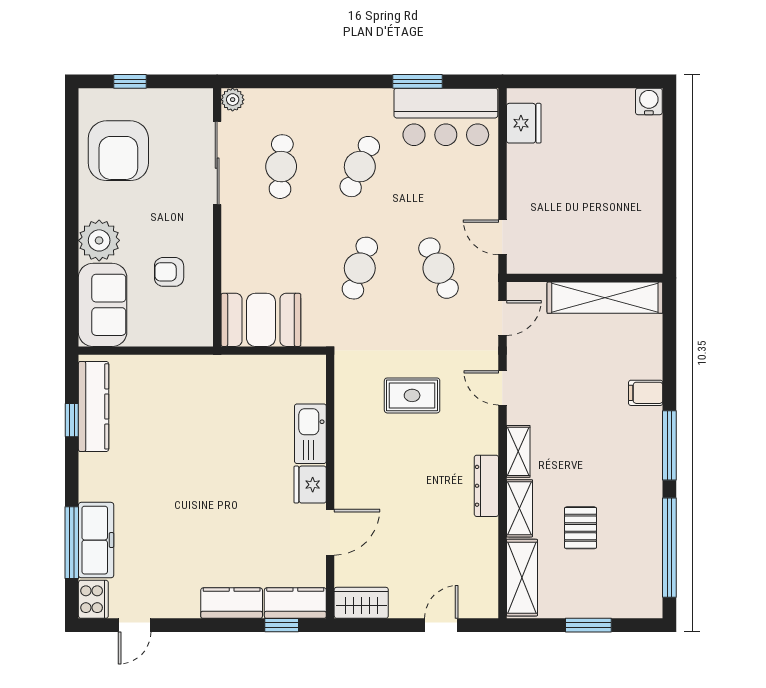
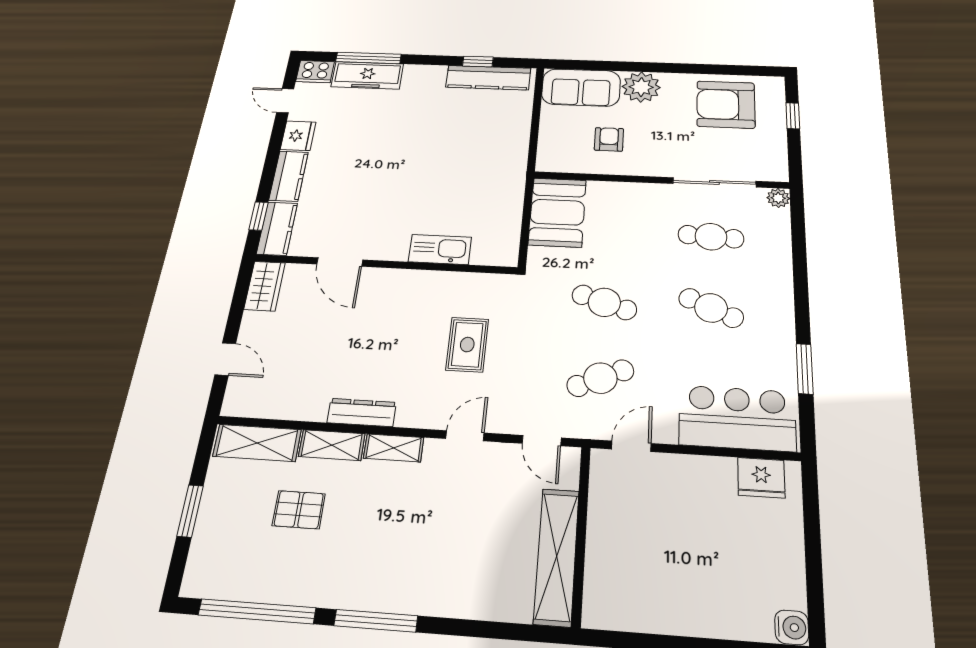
bar counter: (446, 117) -> (737, 418), moved, turned 90
filing cabinet: (646, 393) -> (441, 596), removed
fridge: (310, 485) -> (298, 136), moved, turned 90

